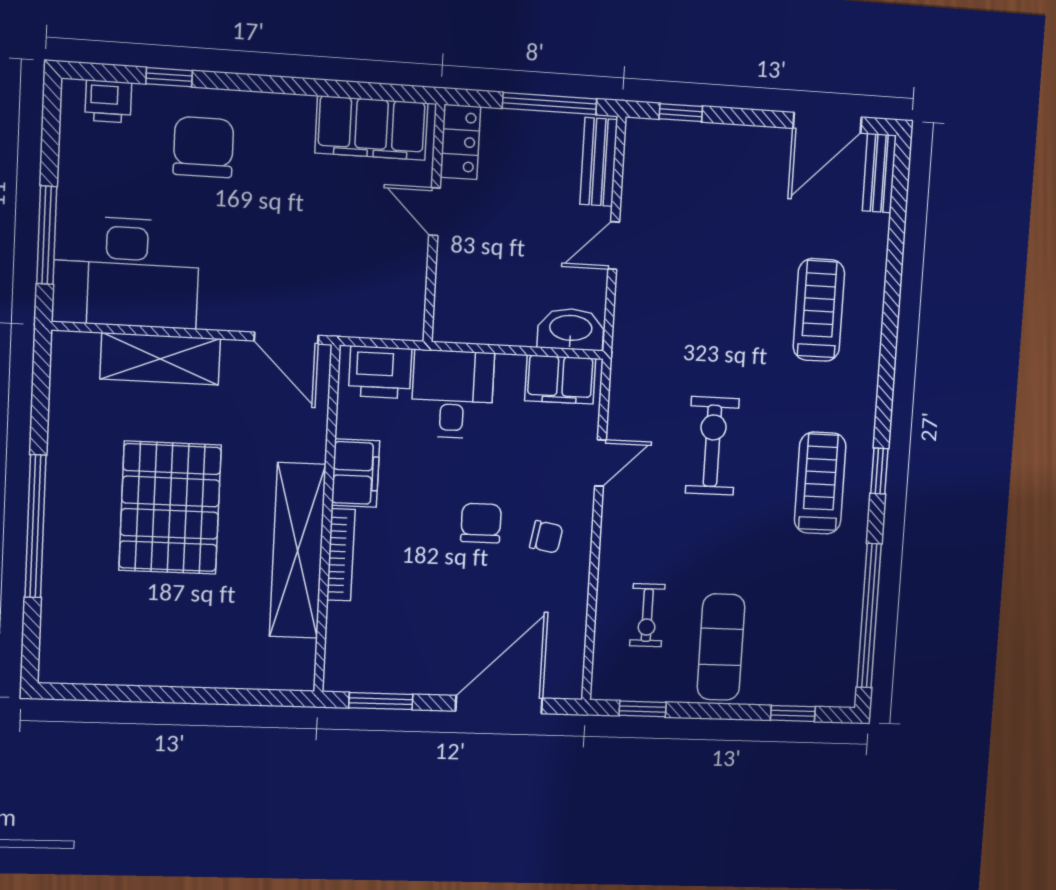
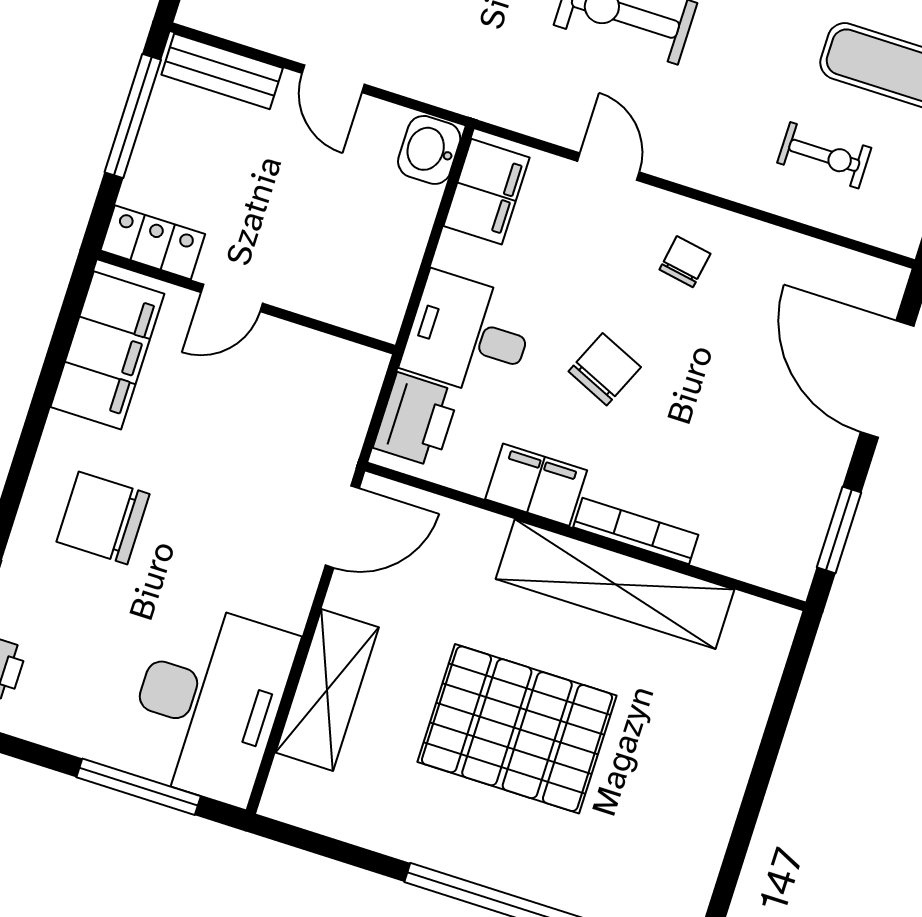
chair: (203, 147) -> (103, 518), moved
washbasin: (571, 329) -> (429, 150), width x0.72
chair: (481, 523) -> (605, 369), moved, turned 114

